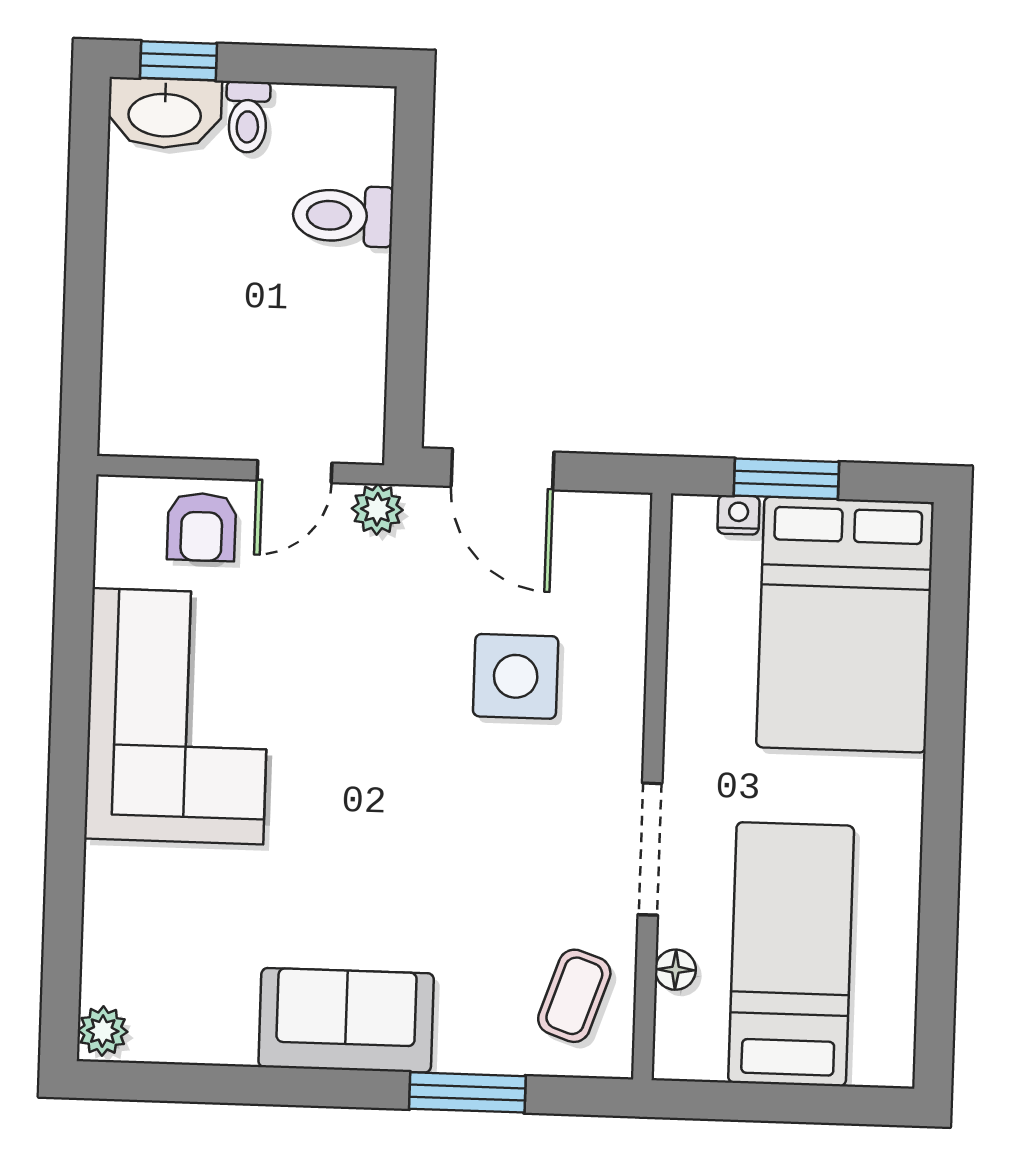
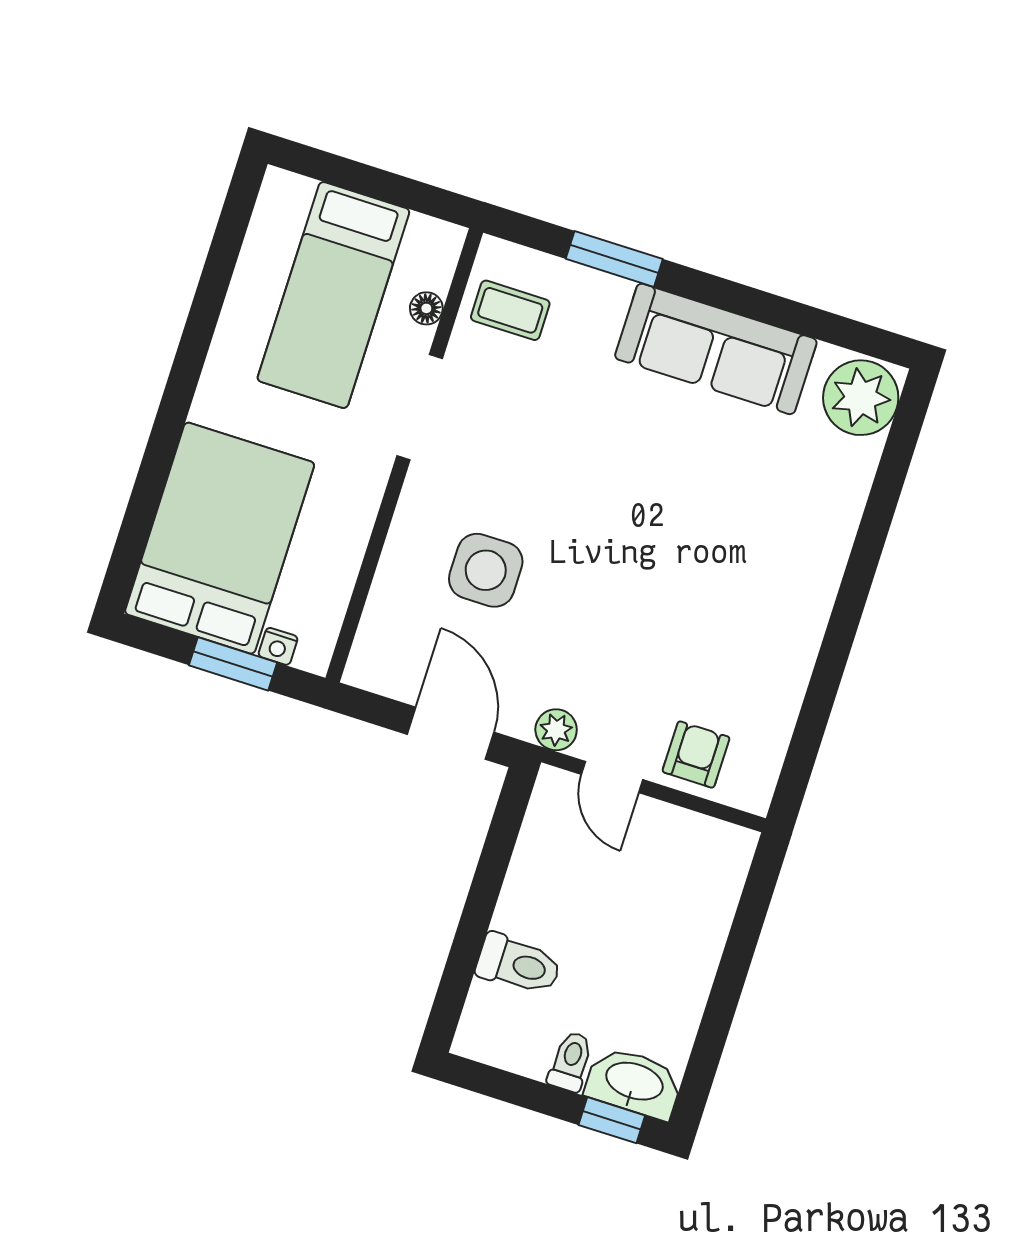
door: (294, 472) -> (612, 777), swing flipped
corner sofa: (178, 716) -> (756, 613), removed
coffee table: (574, 996) -> (510, 310), turned 71
sofa: (346, 1020) -> (716, 349), width x1.36
plant: (103, 1031) -> (861, 398), width x1.88, depth x1.88

